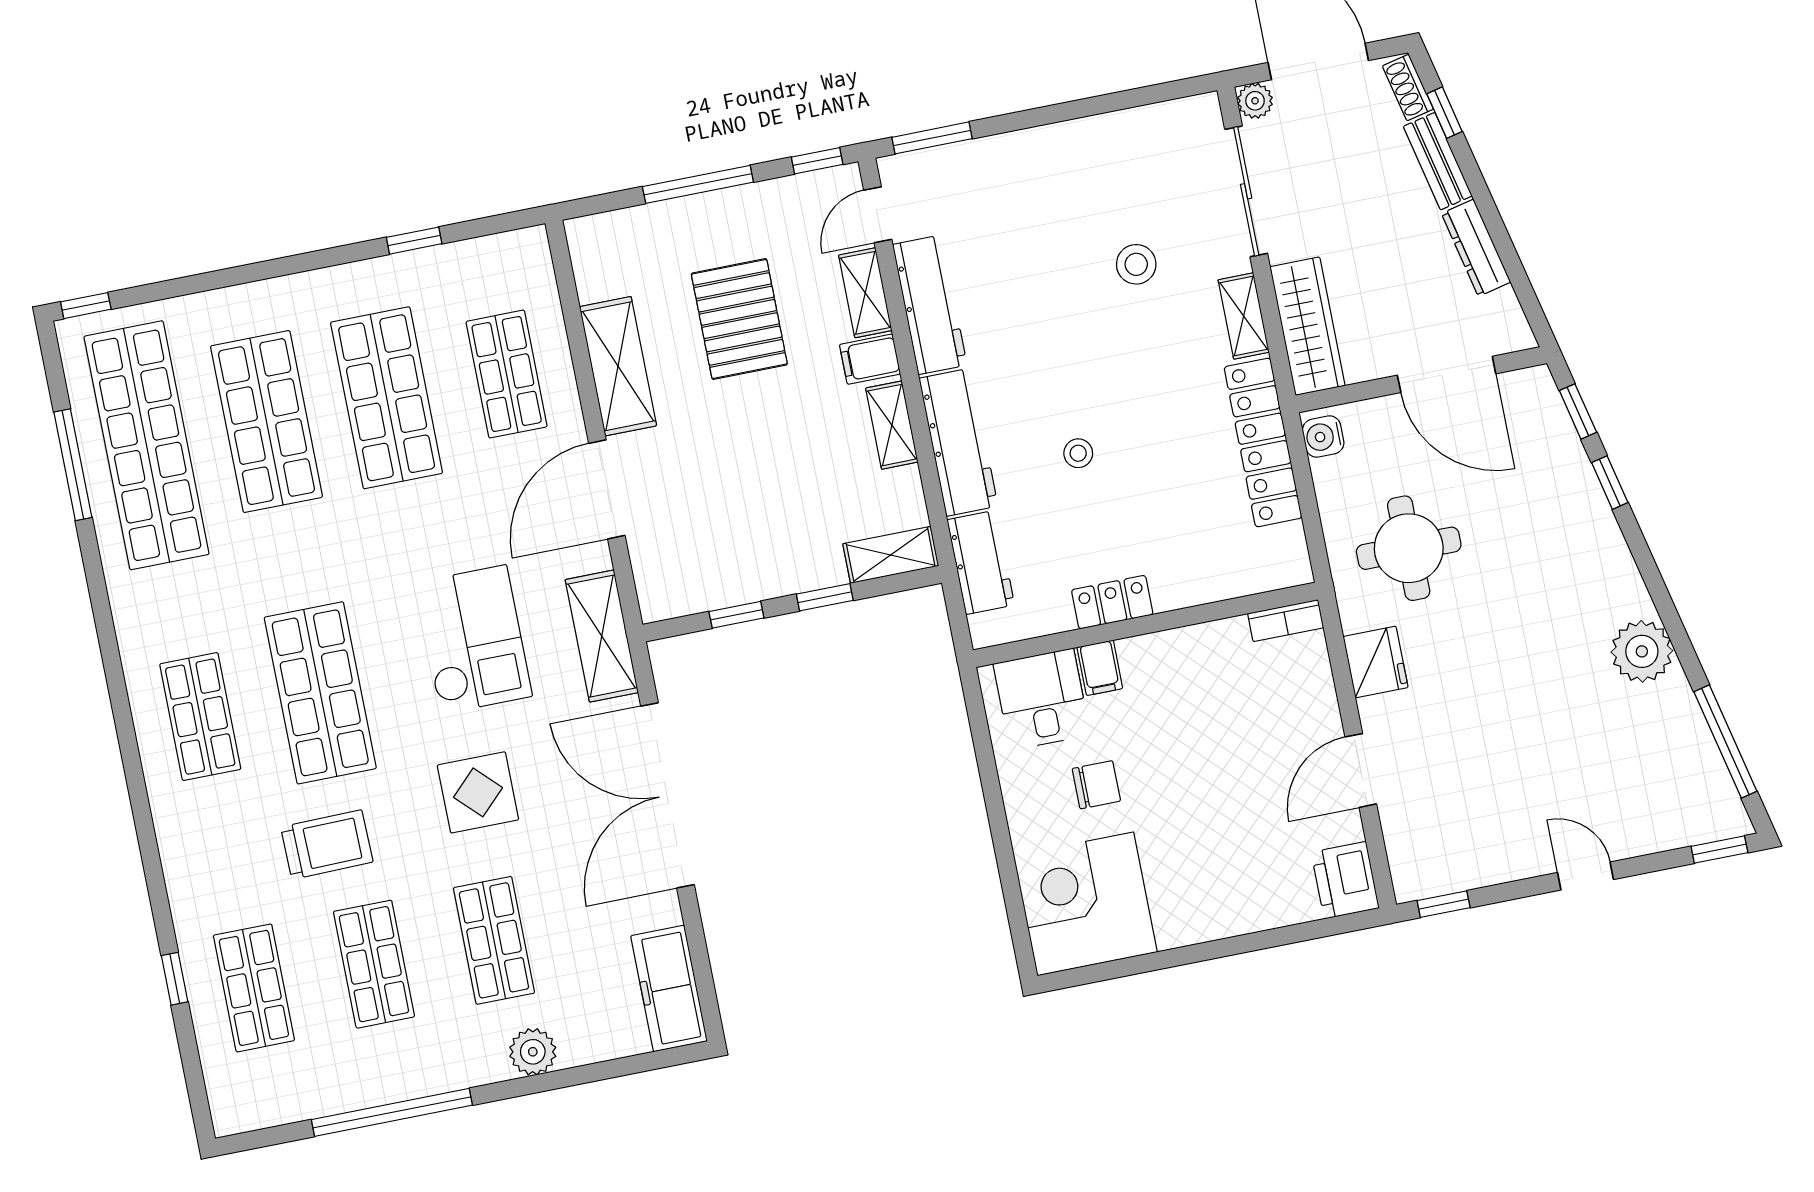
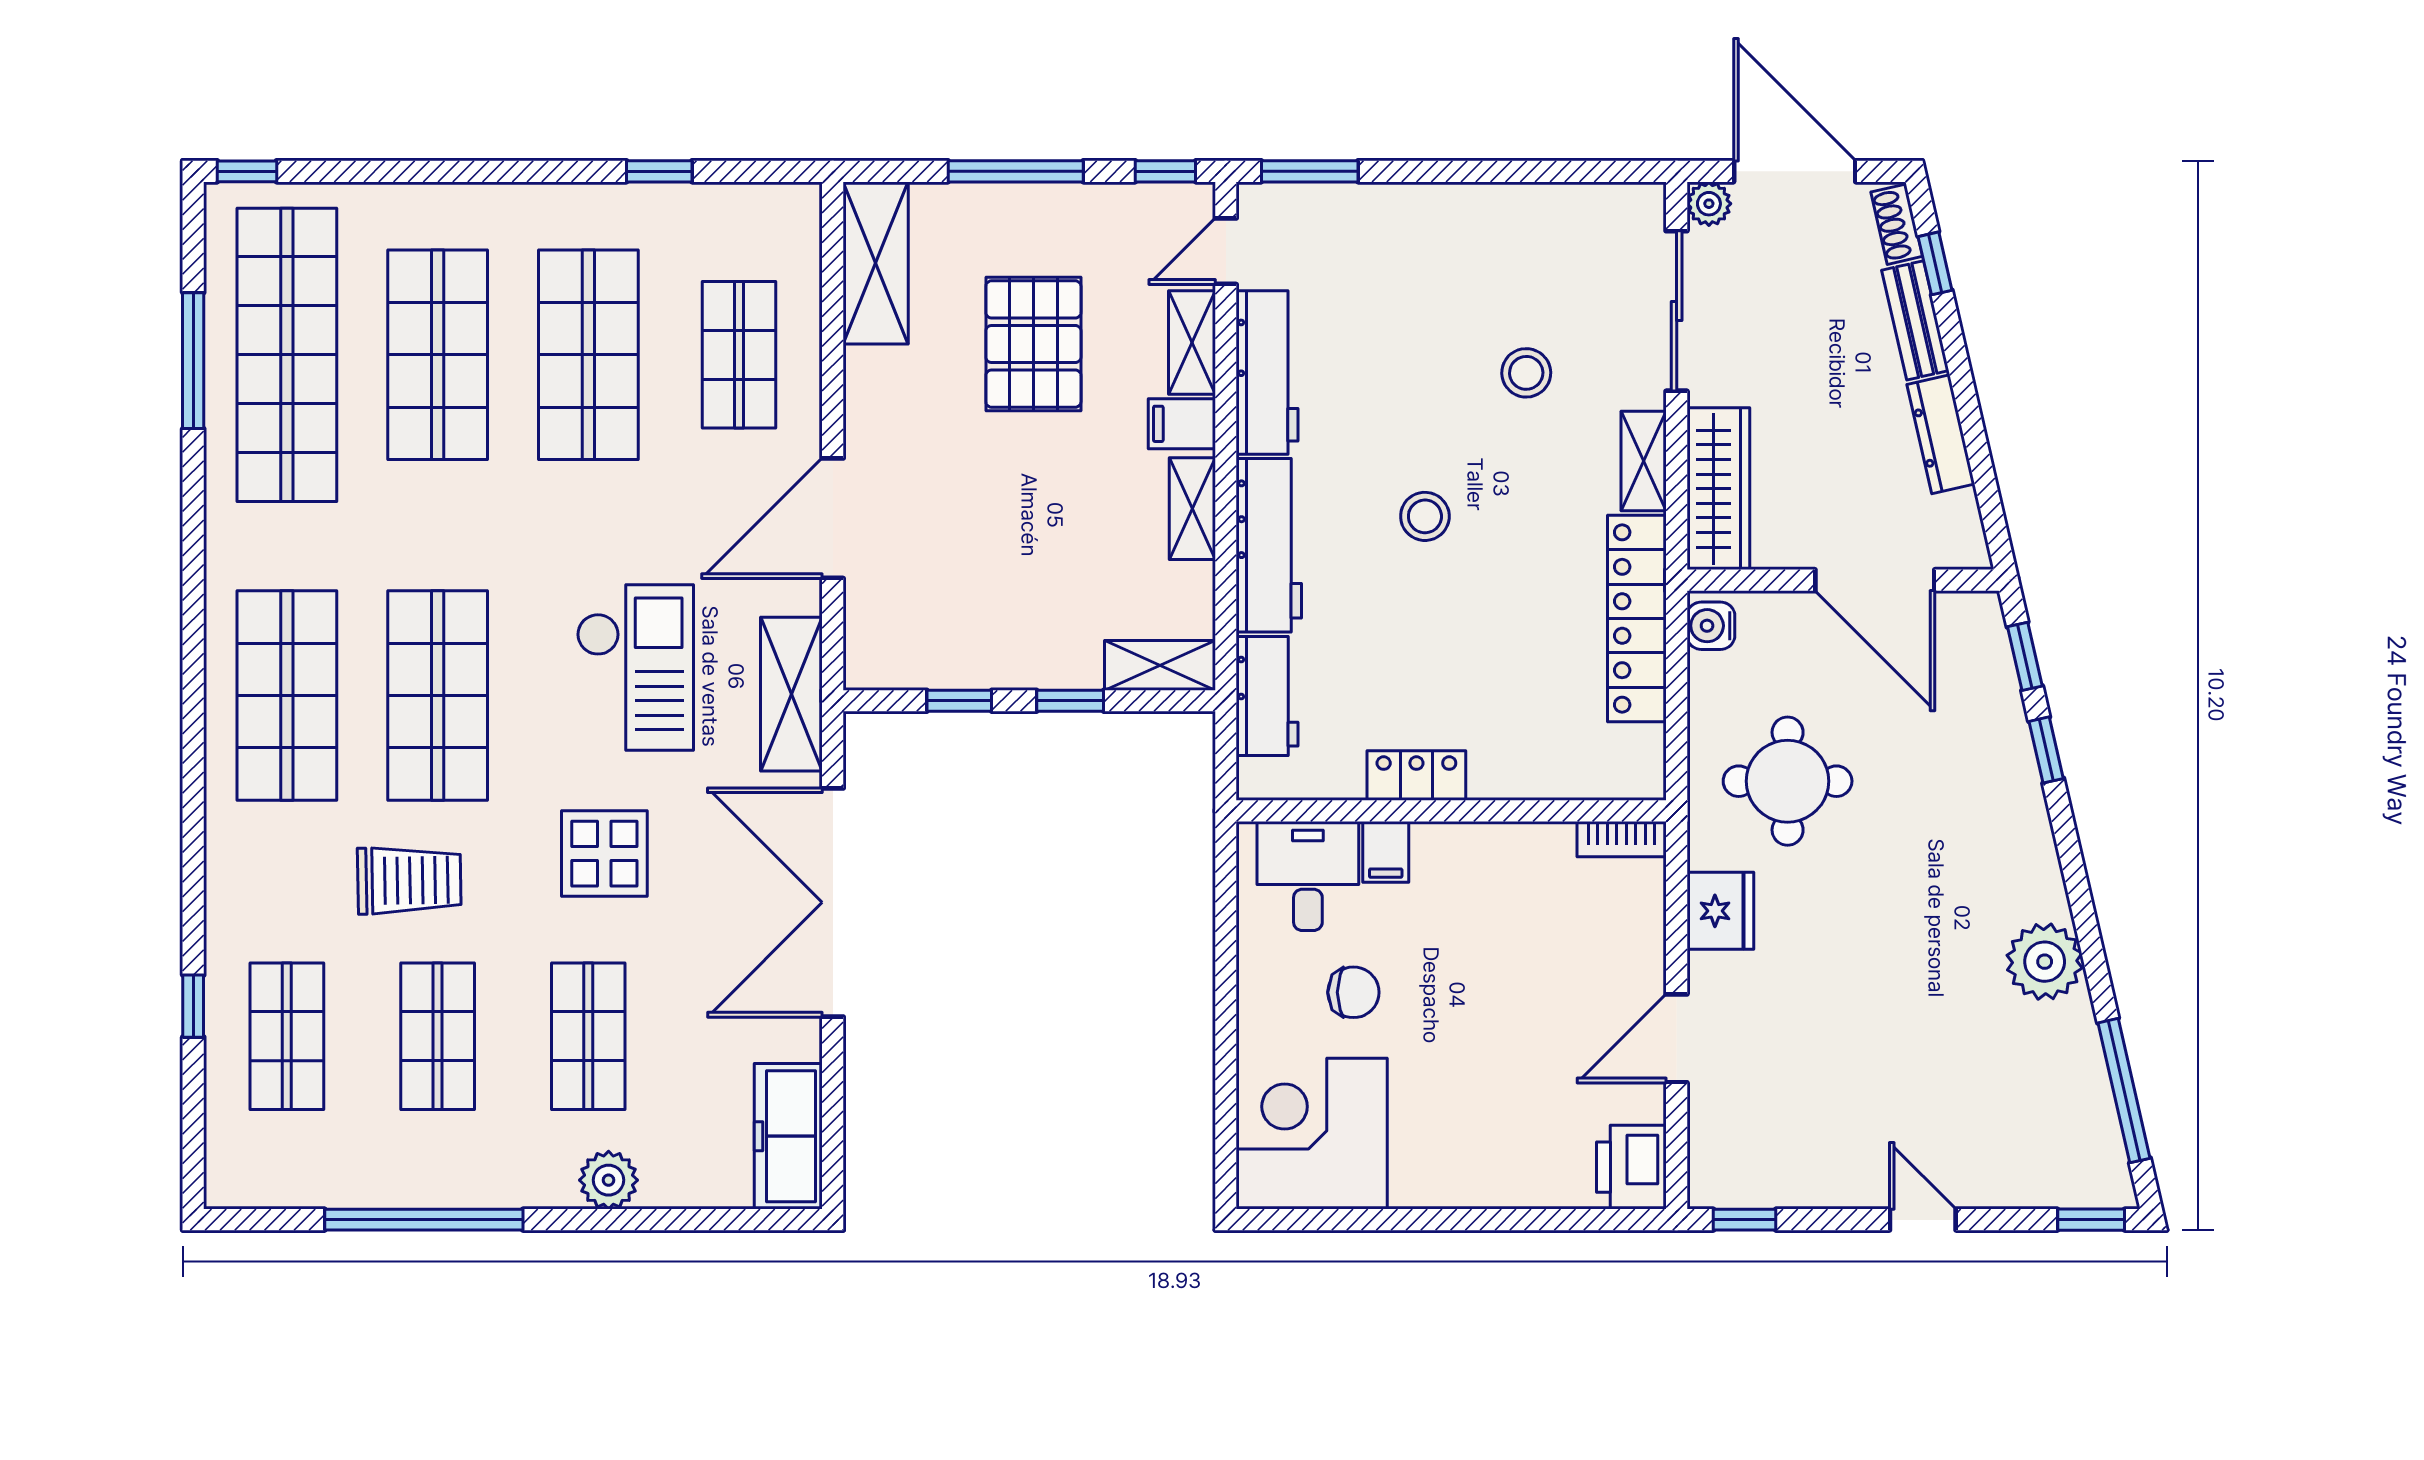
shelving: (618, 366) -> (876, 263), moved
stool: (1078, 453) -> (1425, 516), moved, width x1.37, depth x1.37
shop shelf: (200, 717) -> (287, 695), width x1.43, depth x1.36

